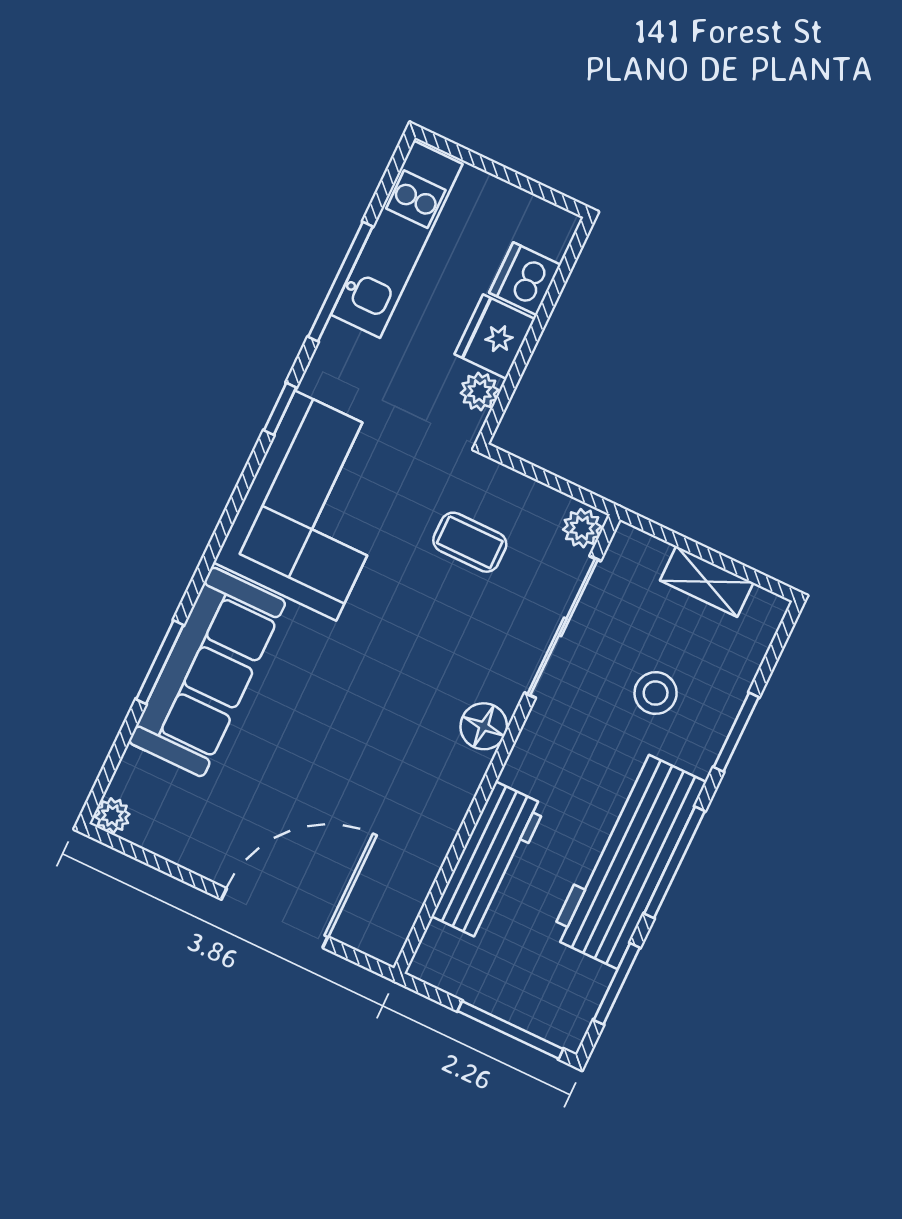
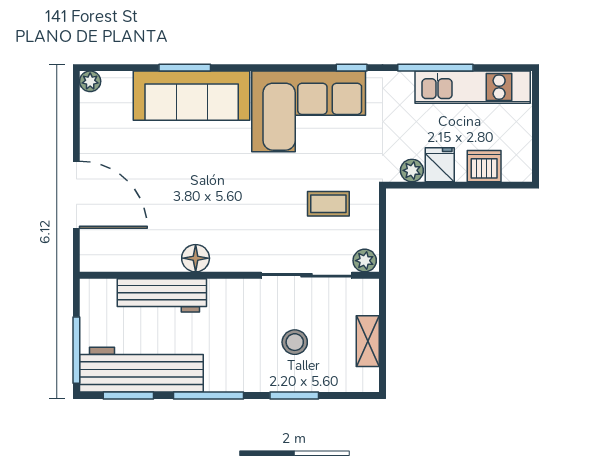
fridge: (495, 337) -> (440, 165), width x0.72
coffee table: (470, 542) -> (328, 204), turned 90
floor lamp: (484, 726) -> (196, 258), moved
workbench: (628, 859) -> (141, 370), moved

